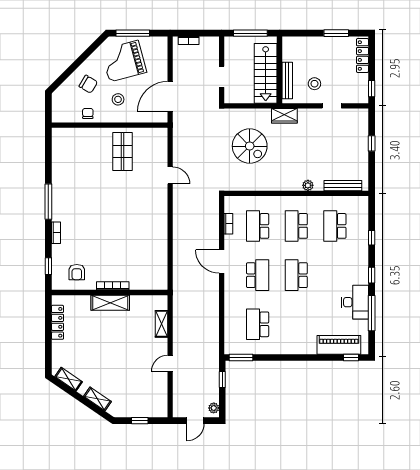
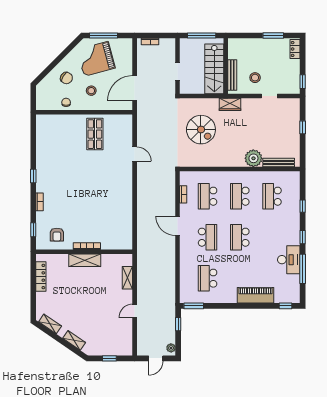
locker: (362, 56) -> (295, 49), width x0.66
plant: (308, 185) -> (253, 158), width x1.88, depth x1.88
window: (48, 202) -> (33, 176), width x0.46
piano: (339, 345) -> (256, 295), moved

